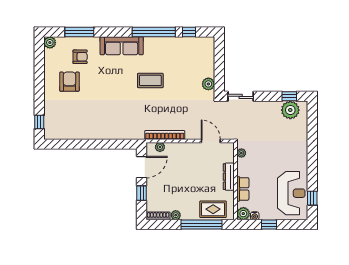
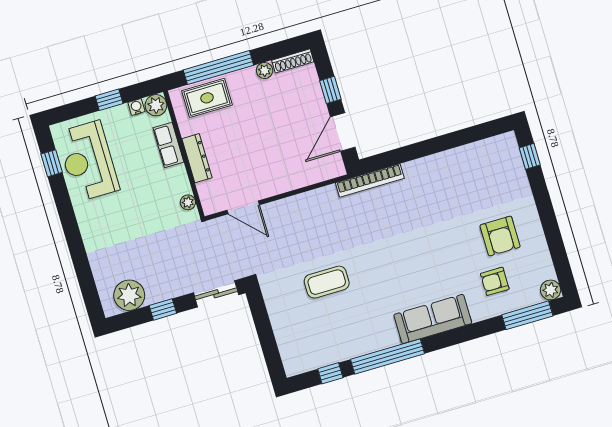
window: (79, 32) -> (527, 315), moved
coffee table: (150, 80) -> (327, 282), moved
plant: (208, 84) -> (274, 298), removed
window: (289, 96) -> (163, 309), moved
bookcase: (165, 135) -> (370, 181), moved
plant: (160, 147) -> (323, 173), removed

